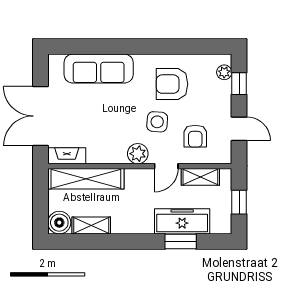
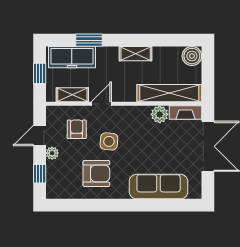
plant: (224, 72) -> (52, 153), moved
door: (239, 129) -> (40, 136), hinge flipped
plant: (138, 154) -> (160, 114), moved
freezer: (182, 221) -> (72, 57), moved
shelving: (91, 225) -> (136, 54), moved

